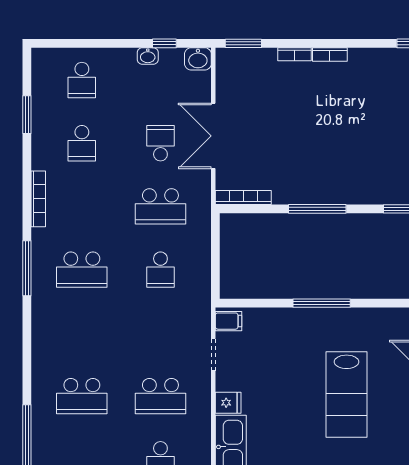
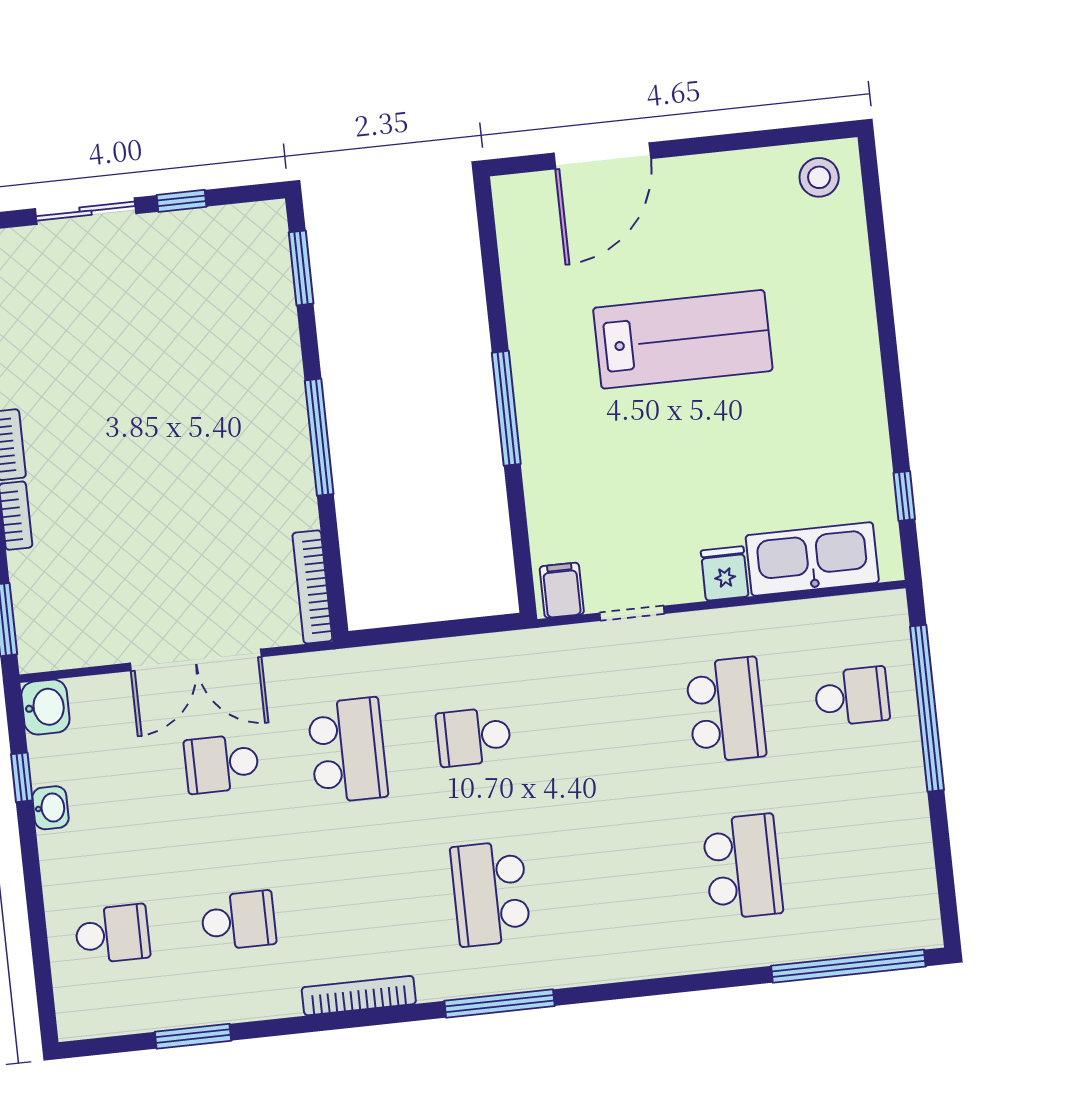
school desk: (82, 270) -> (490, 894), turned 180
school desk: (160, 270) -> (474, 737), turned 180

